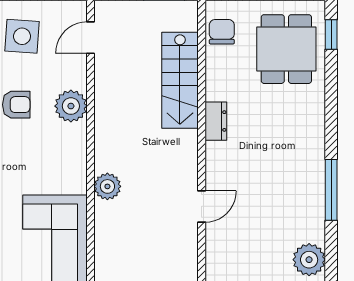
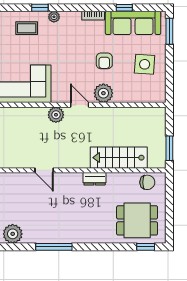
door: (91, 38) -> (80, 105), moved

